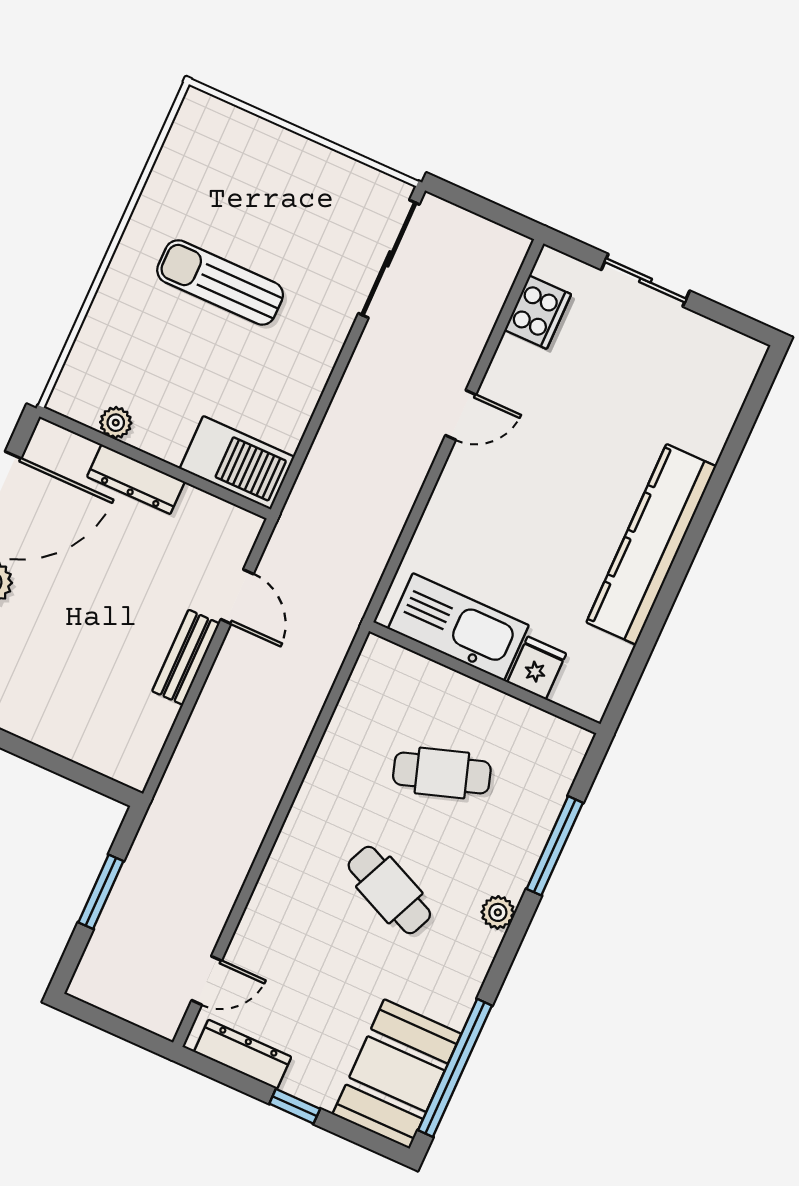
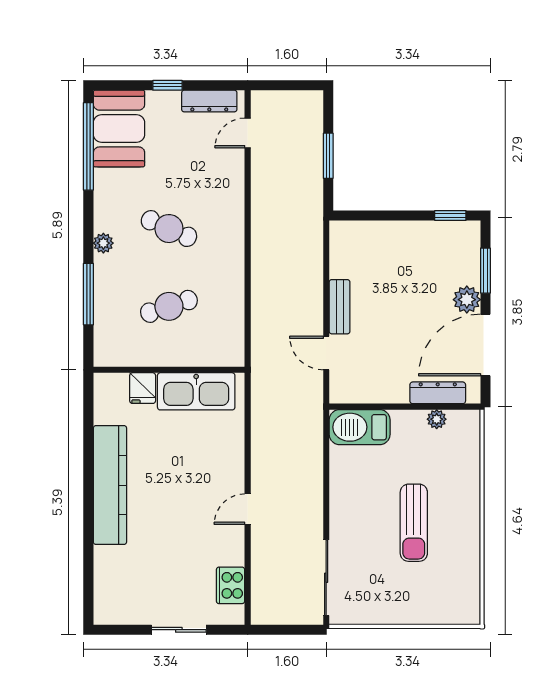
sun lounger: (220, 282) -> (414, 523), turned 90
dresser: (136, 479) -> (438, 393), moved

